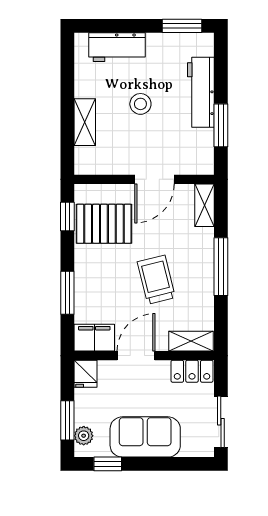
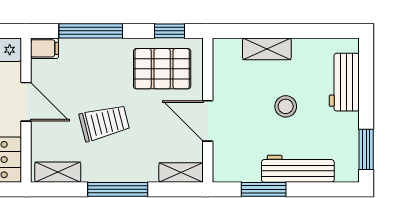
pallet: (104, 224) -> (162, 69), turned 90
window: (67, 293) -> (91, 31), width x1.44
filing cabinet: (94, 338) -> (45, 48), width x0.50
shelving: (191, 341) -> (58, 172), moved, turned 90

